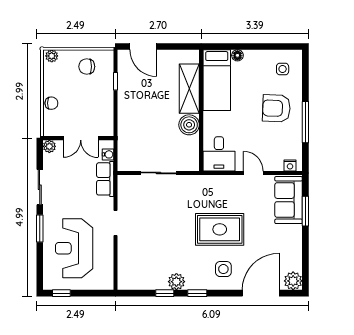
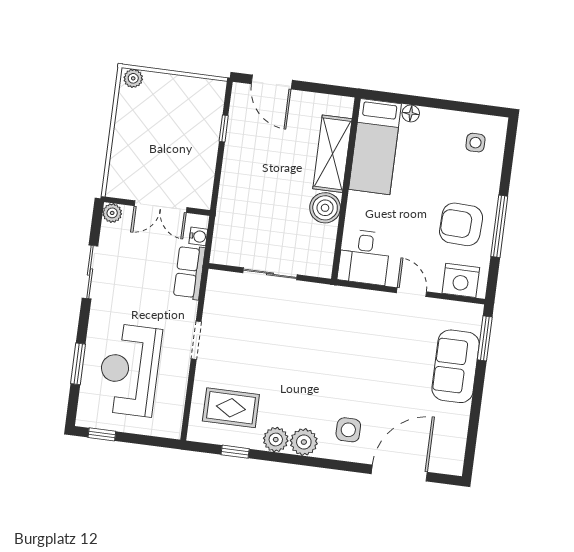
chair: (87, 67) -> (184, 101), removed
chair: (51, 103) -> (124, 149), removed
armchair: (276, 108) -> (461, 224), moved
nightstand: (290, 165) -> (461, 280), width x1.89, depth x1.79
sofa: (289, 200) -> (456, 366), moved
window: (305, 211) -> (485, 338), moved
window: (40, 228) -> (78, 364), moved
rug: (220, 229) -> (231, 408), moved, width x0.73, depth x0.70
plant: (293, 281) -> (304, 442), moved
window: (165, 293) -> (235, 452), moved
window: (197, 293) -> (305, 461), removed

